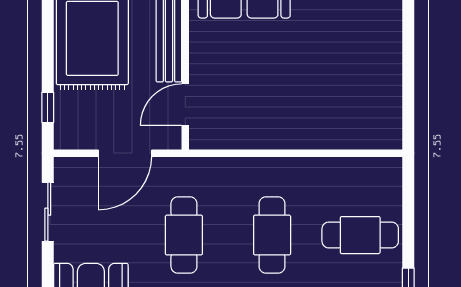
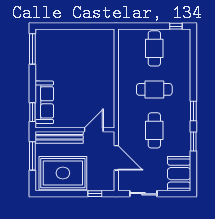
door: (185, 105) -> (94, 130), swing flipped
cafe table: (184, 235) -> (154, 130), turned 90

